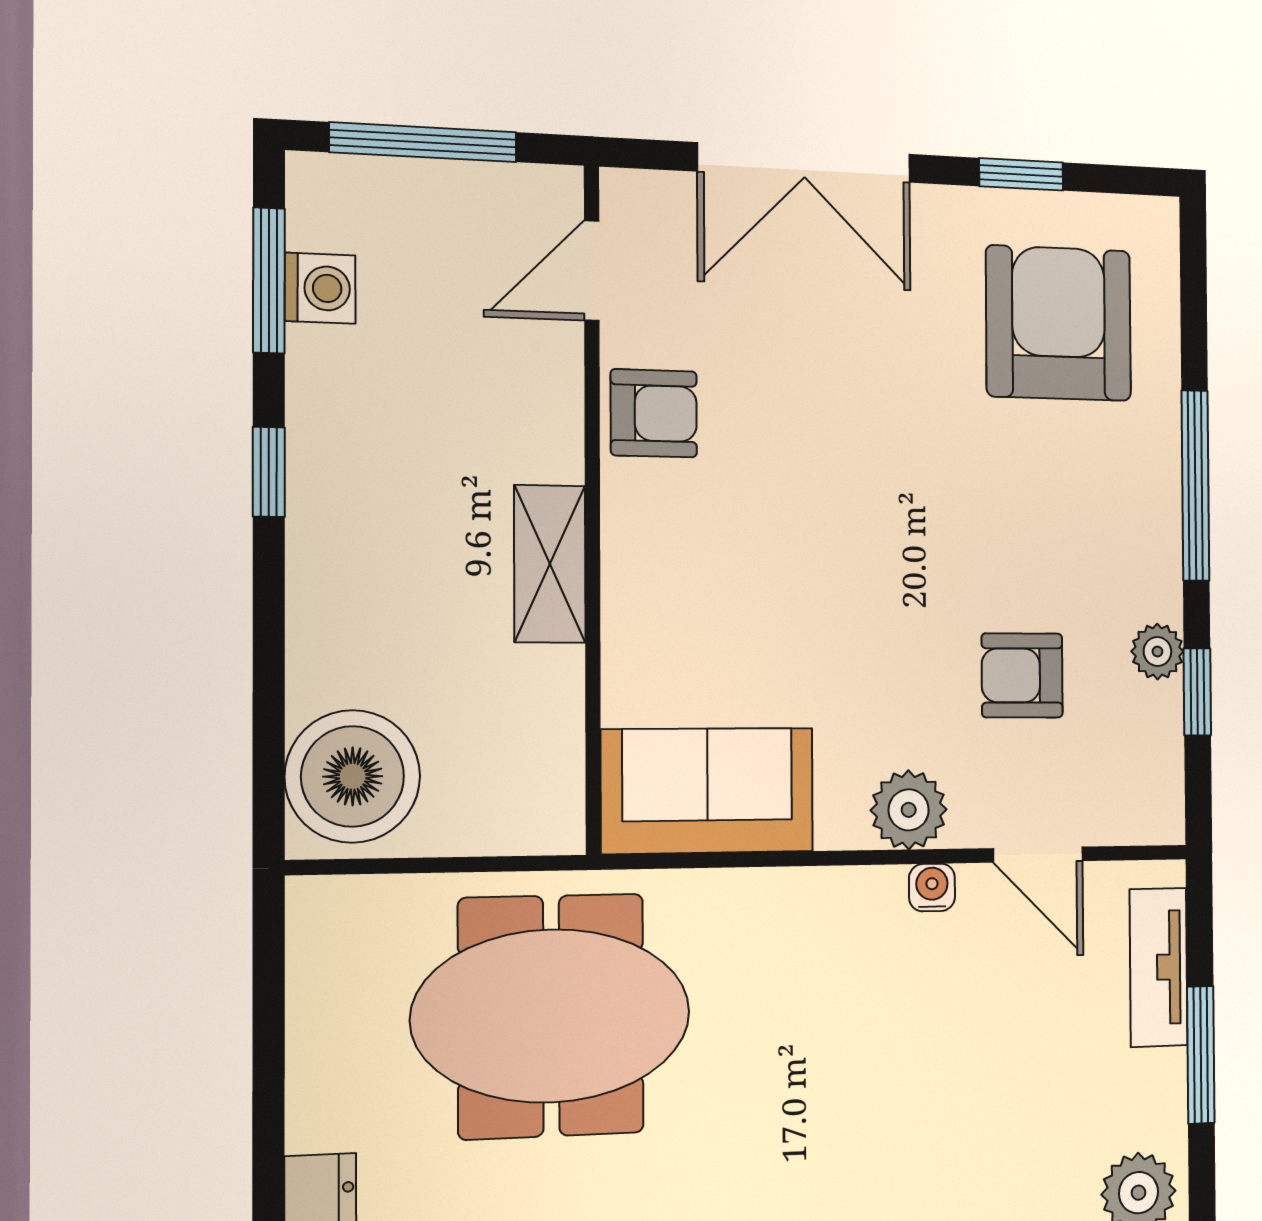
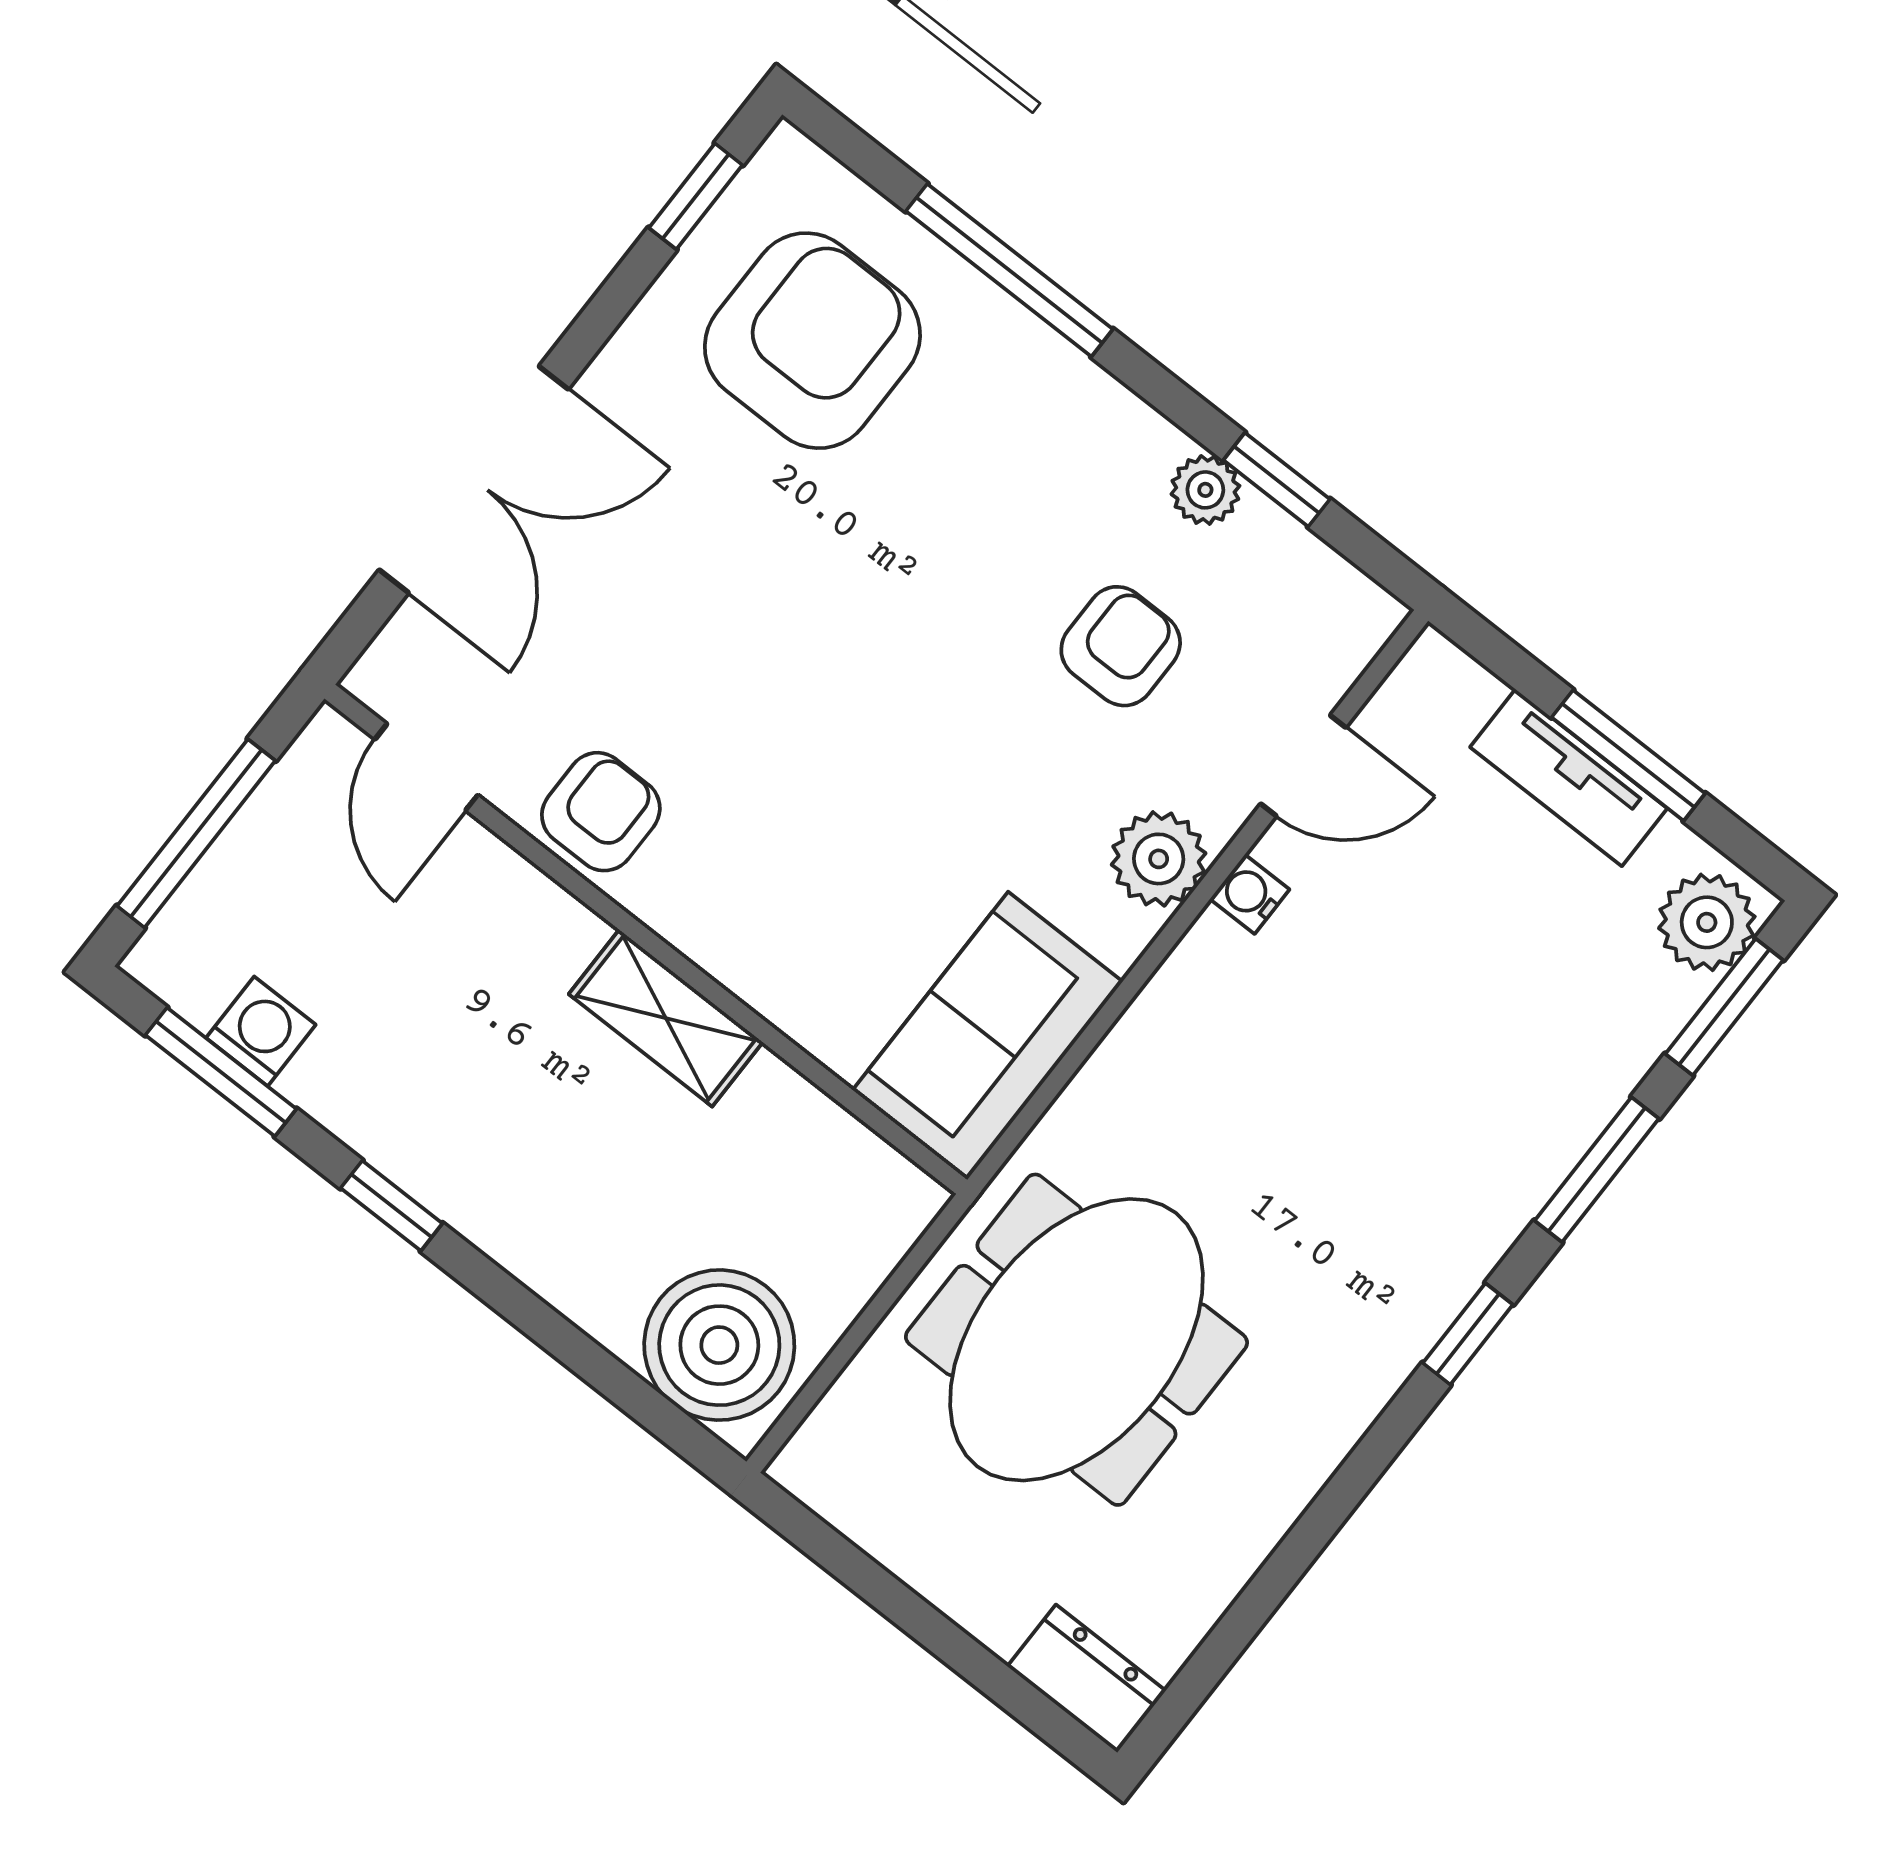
window: (1021, 174) -> (696, 196), moved
armchair: (1059, 323) -> (812, 341), turned 90
window: (1195, 486) -> (1009, 270), moved
armchair: (1022, 675) -> (1121, 646), turned 180
tv unit: (1158, 967) -> (1569, 778), moved

